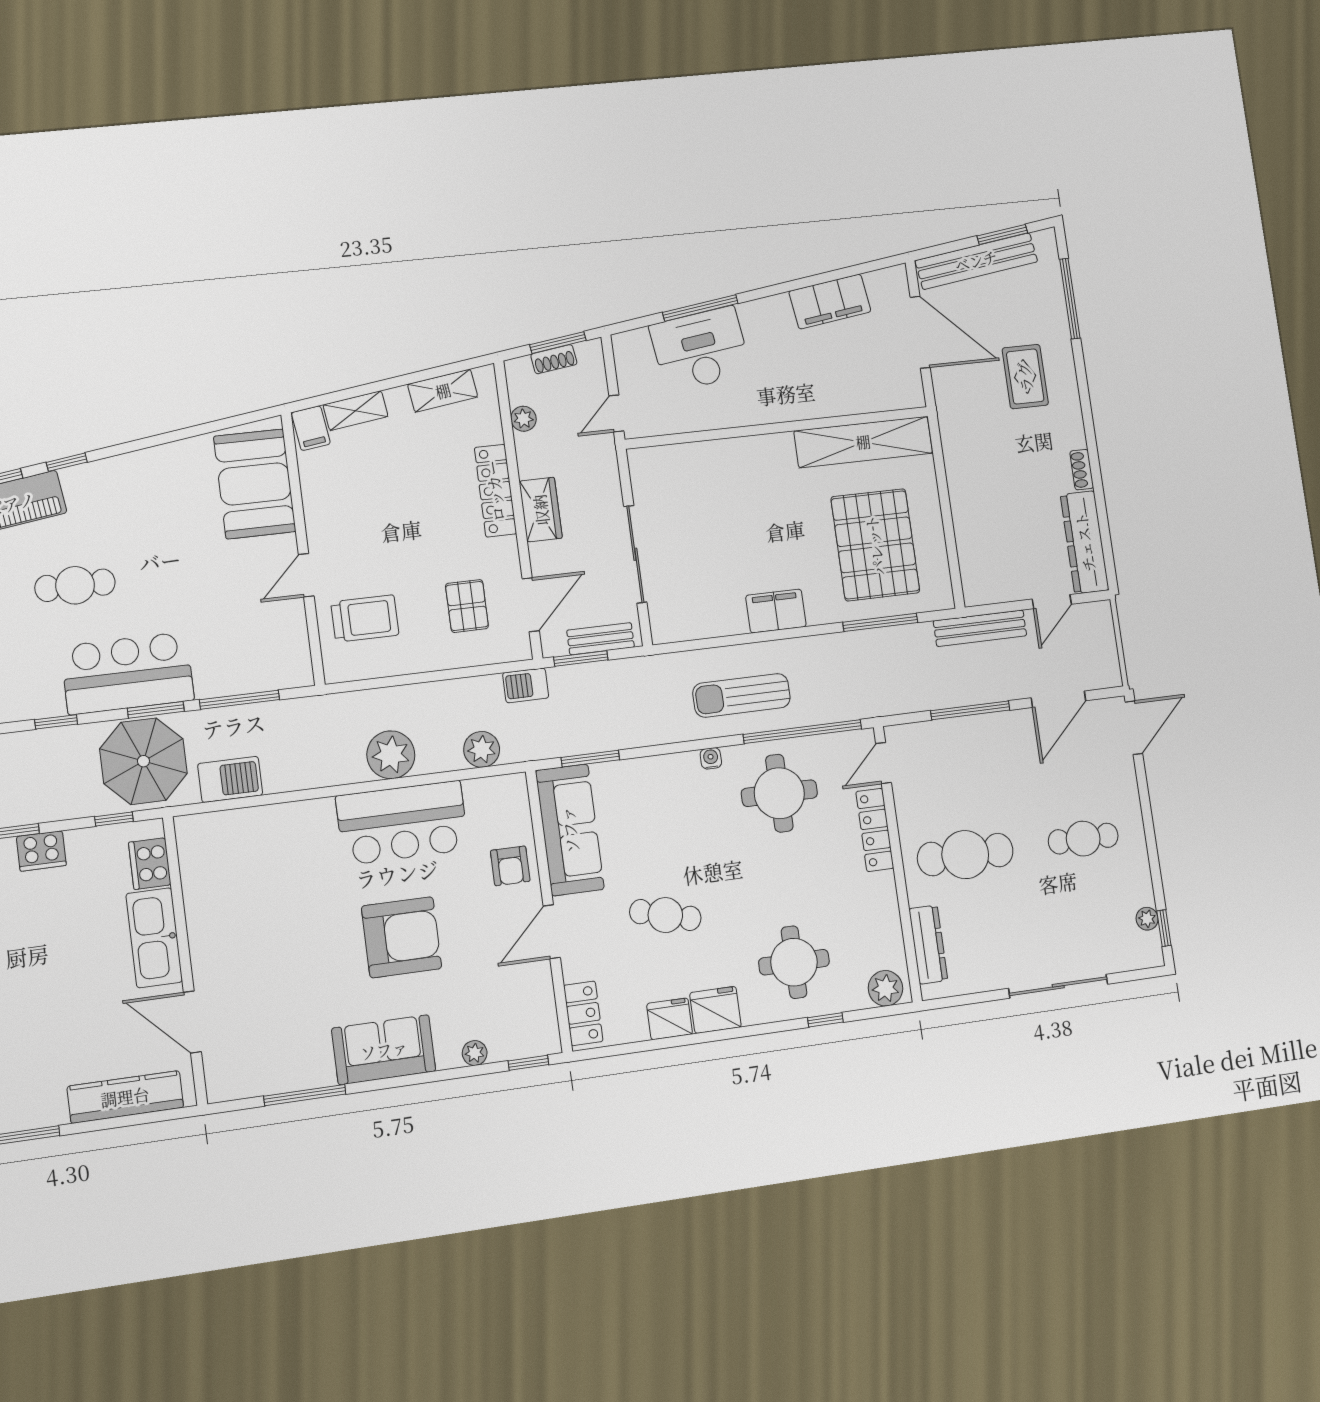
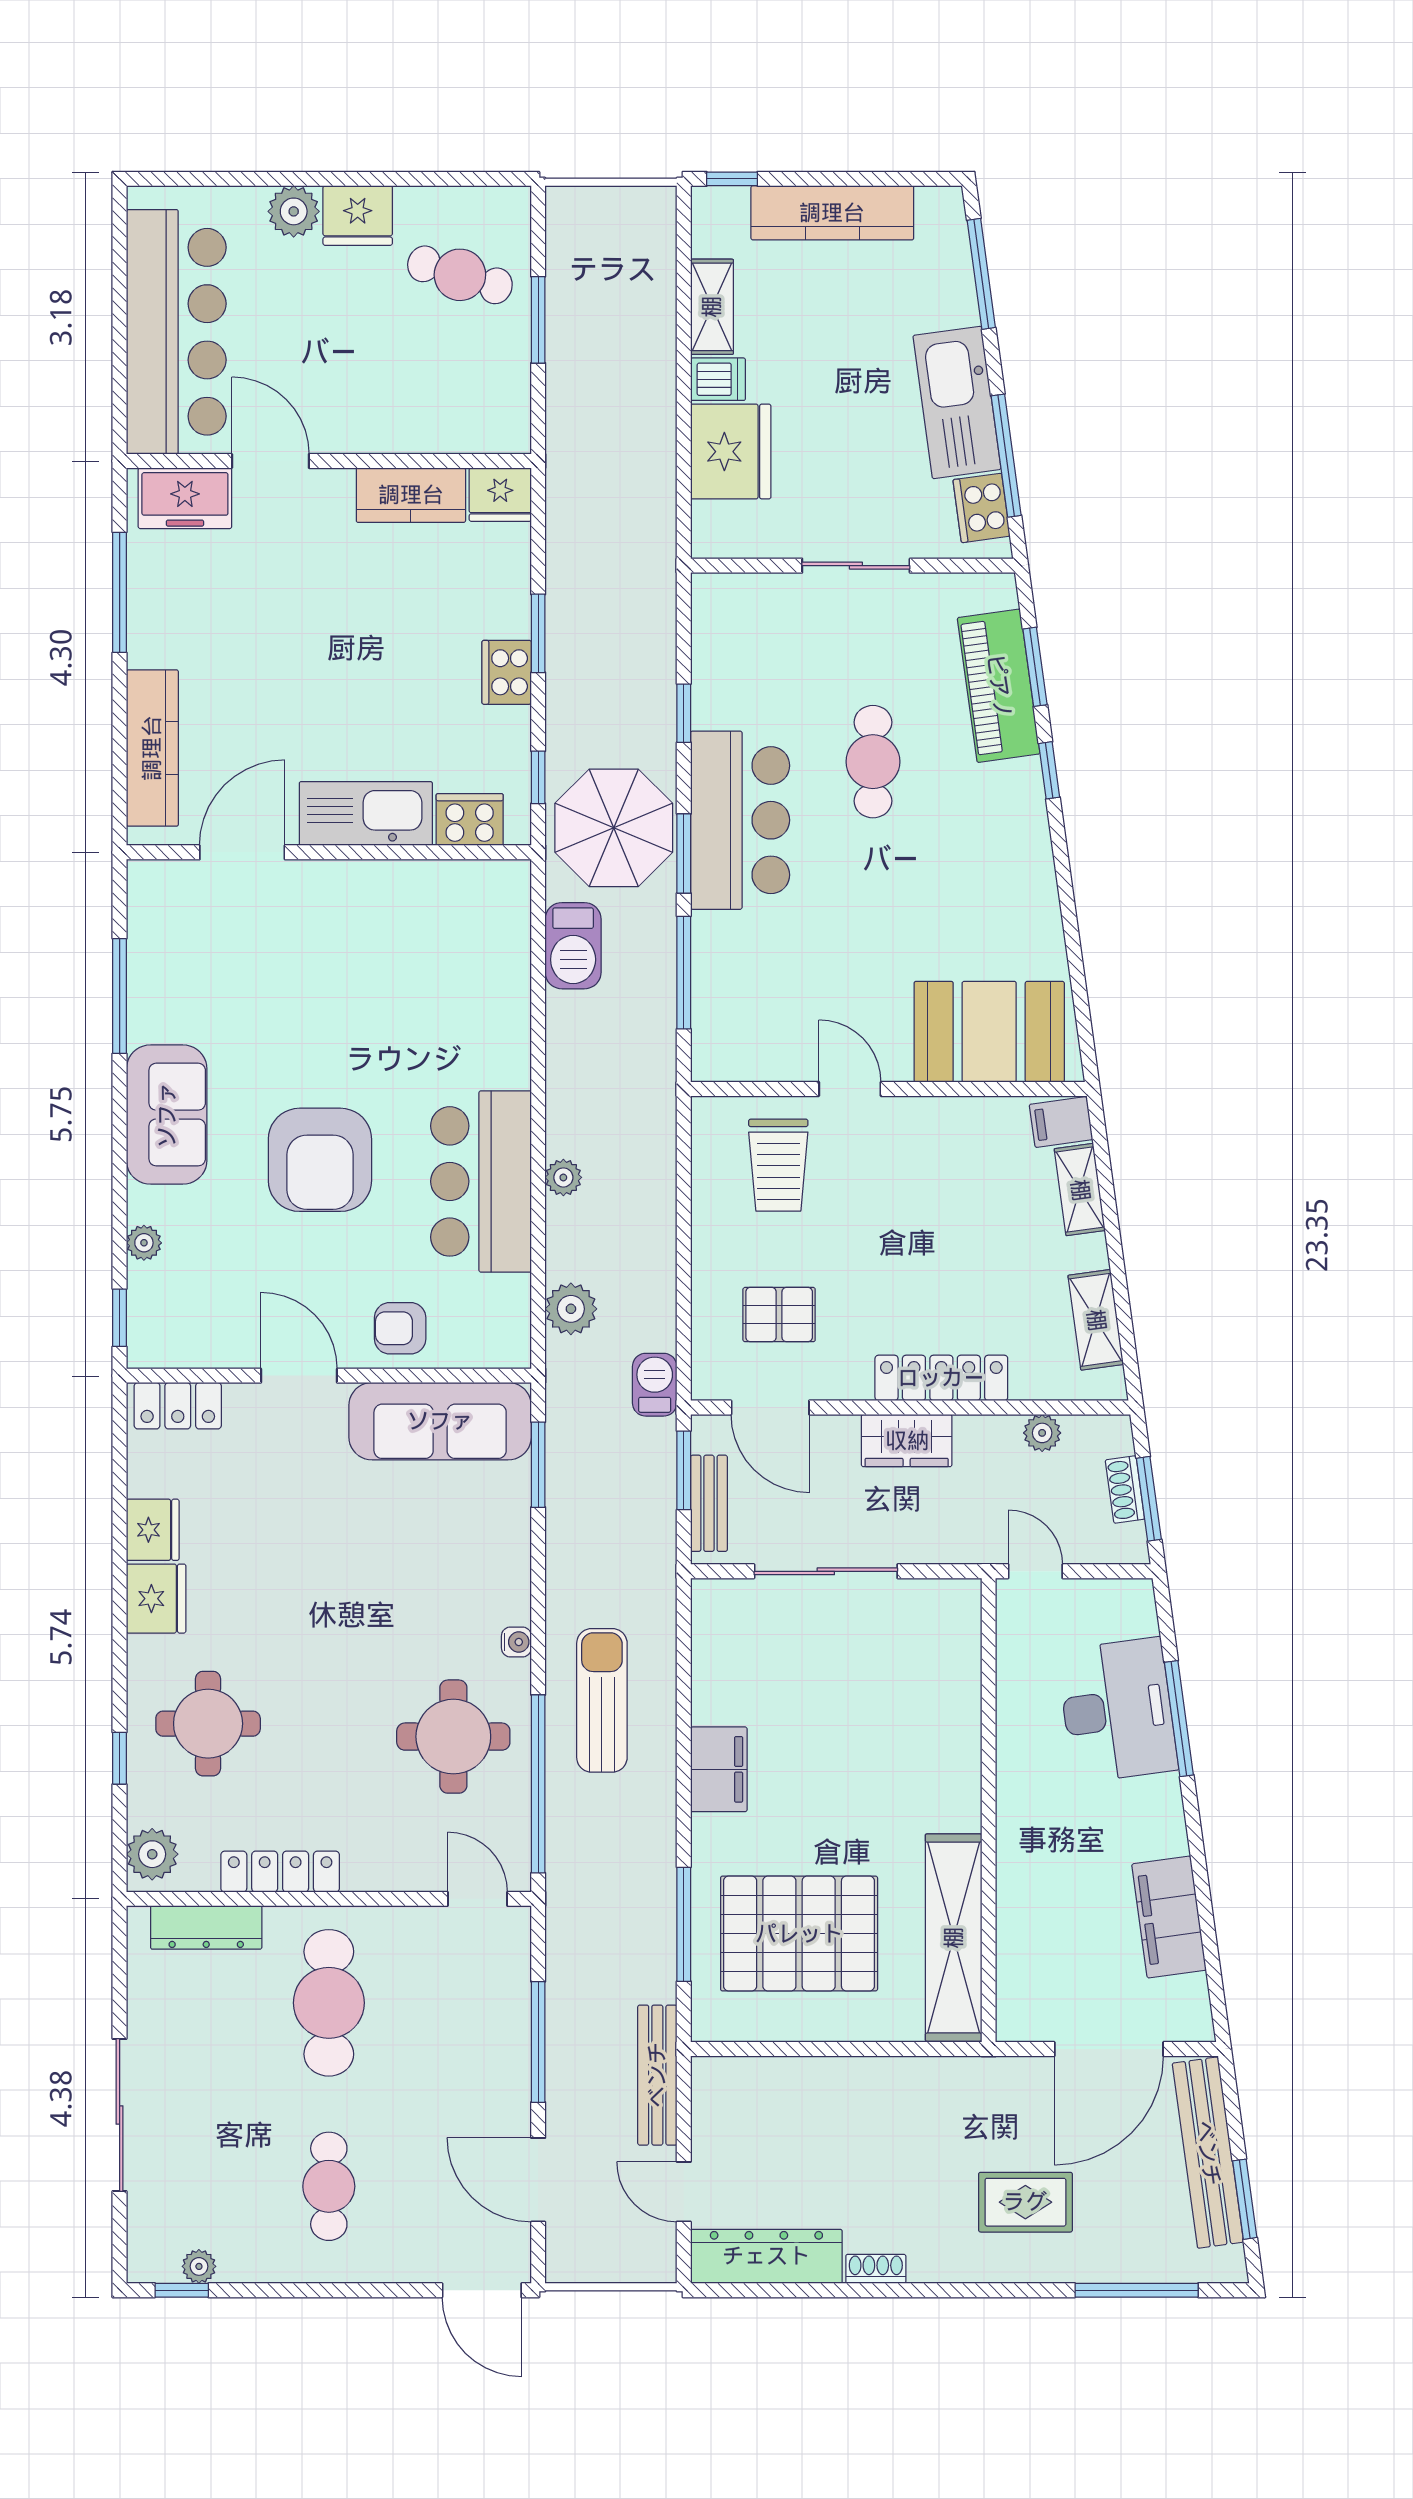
plant: (391, 755) -> (563, 1177), width x0.53, depth x0.53
locker: (875, 830) -> (280, 1872), moved
cafe table: (665, 915) -> (301, 1544), removed

